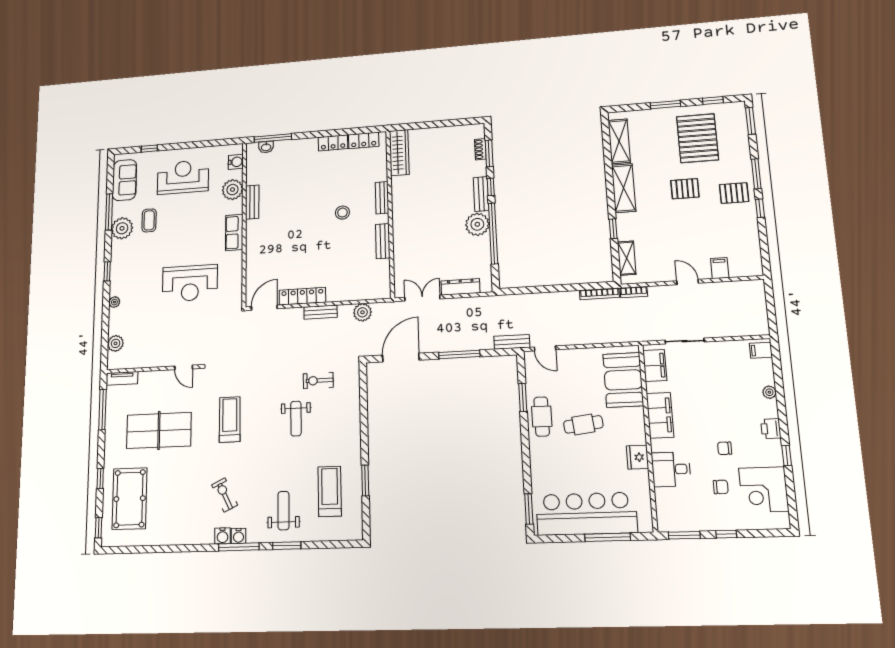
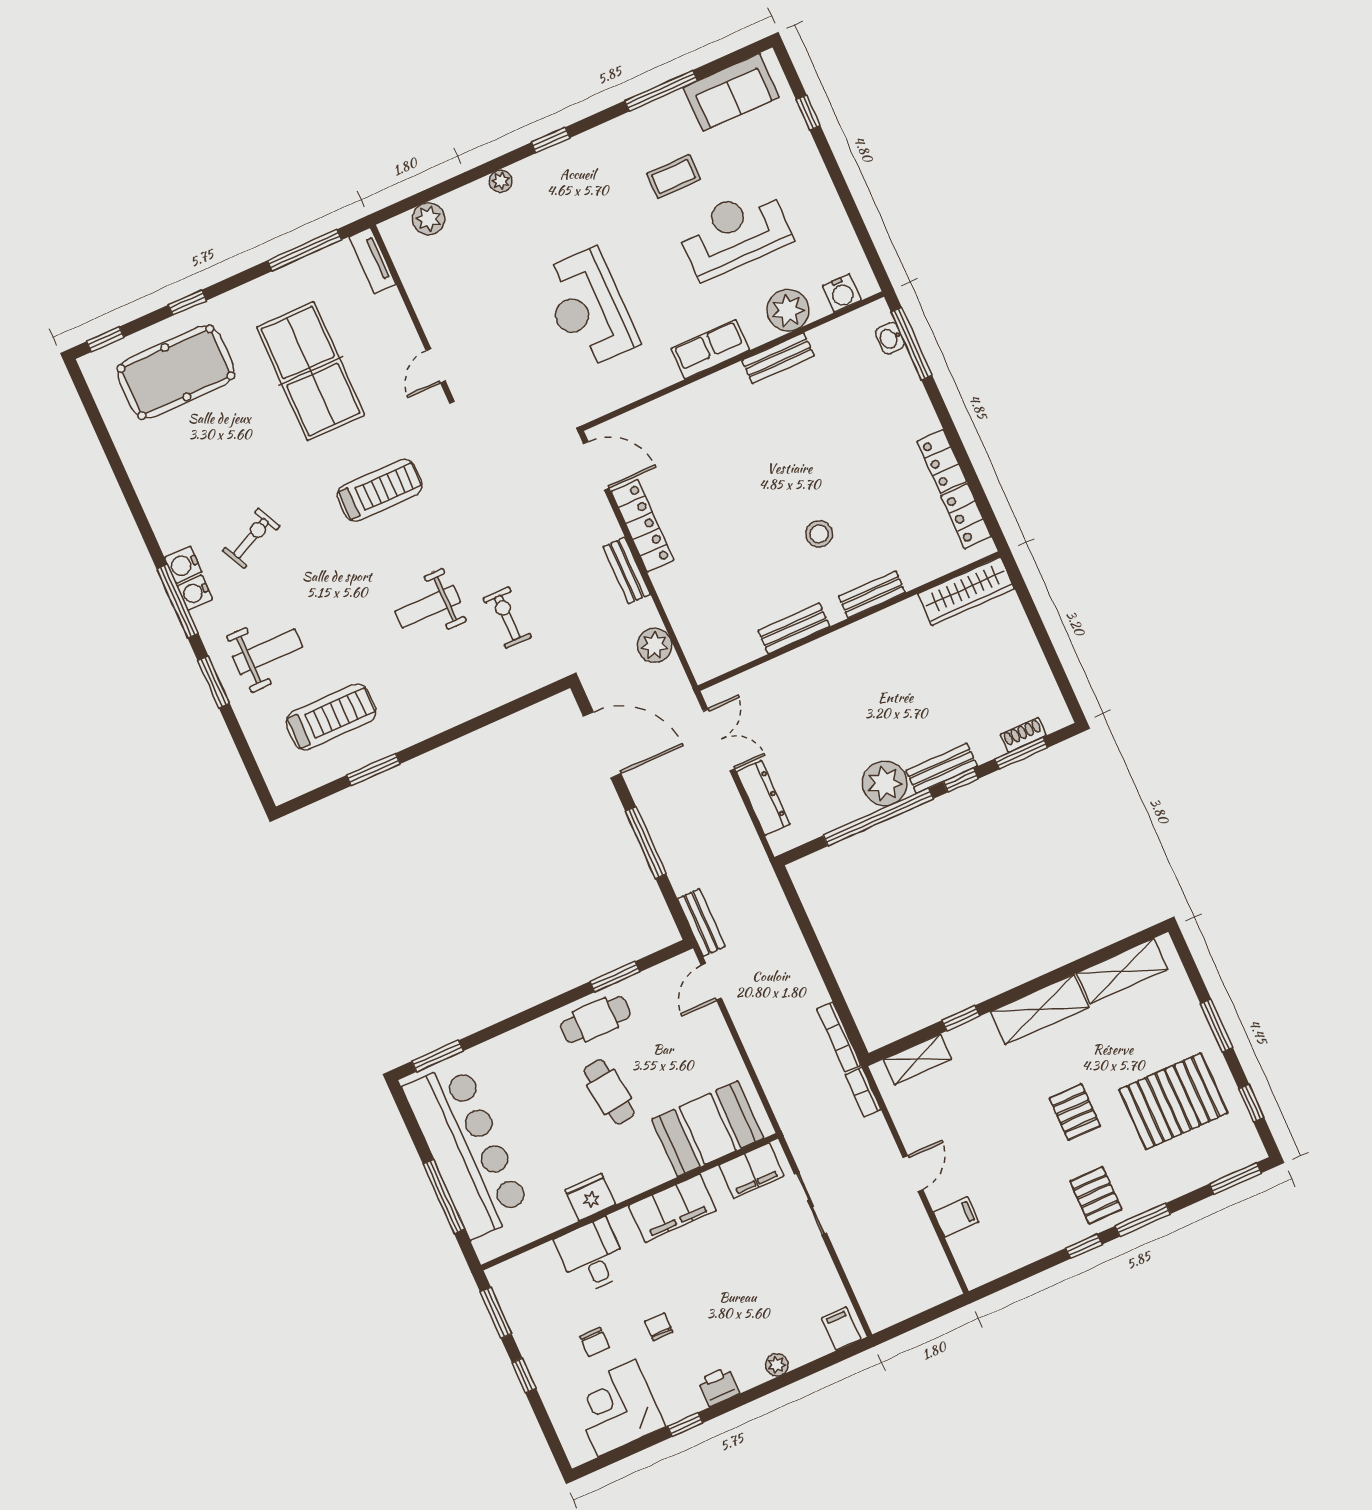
reception desk: (183, 177) -> (734, 233), moved, turned -90
plant: (122, 228) -> (640, 131), removed

